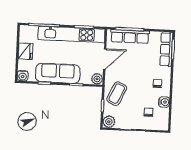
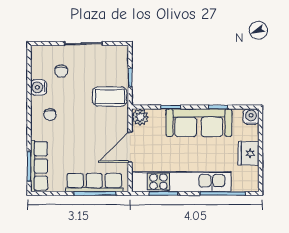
coffee table: (117, 94) -> (110, 97), turned 65
plant: (109, 122) -> (119, 54), removed

